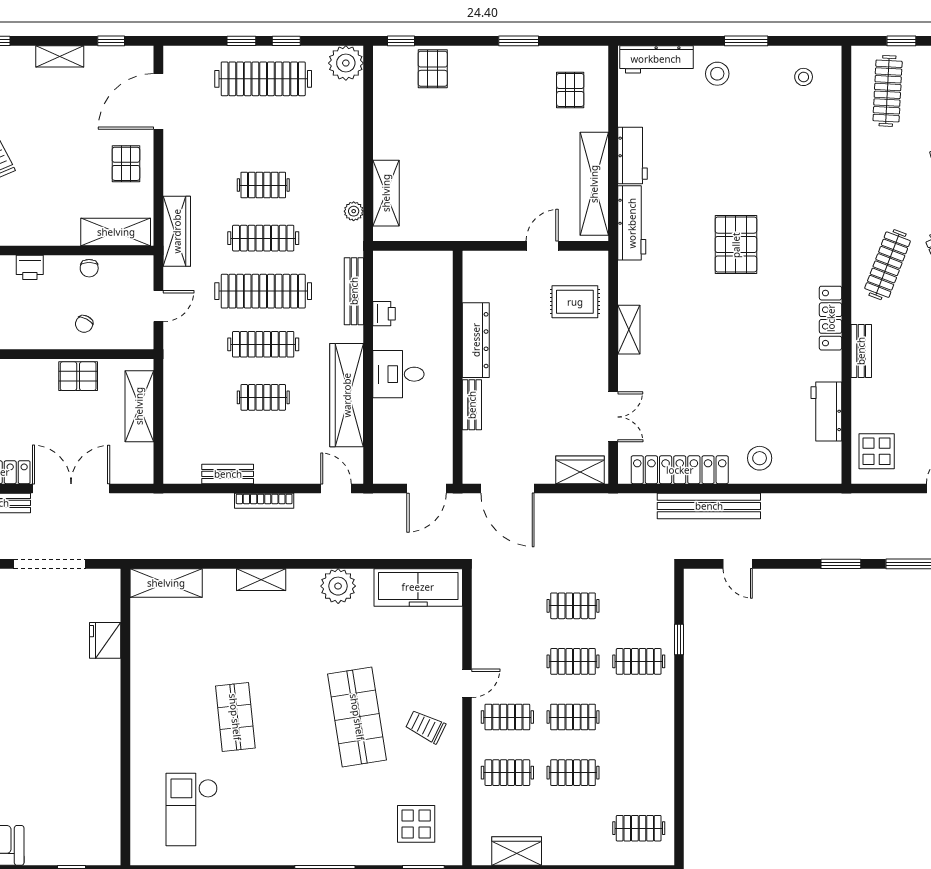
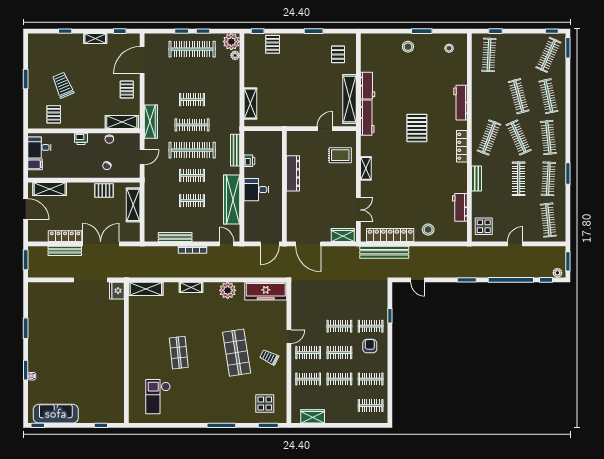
workbench: (656, 59) -> (461, 103), moved, turned 90
plant: (354, 211) -> (235, 55), moved
locker: (831, 318) -> (462, 146), moved
clothes rail: (263, 344) -> (192, 175), width x0.73
bench: (472, 405) -> (291, 204), removed
bench: (228, 474) -> (175, 237), width x1.36
bench: (709, 506) -> (384, 252), moved
clothes rail: (573, 606) -> (371, 379), moved
fridge: (105, 640) -> (117, 291), moved
armchair: (637, 703) -> (370, 346), added

